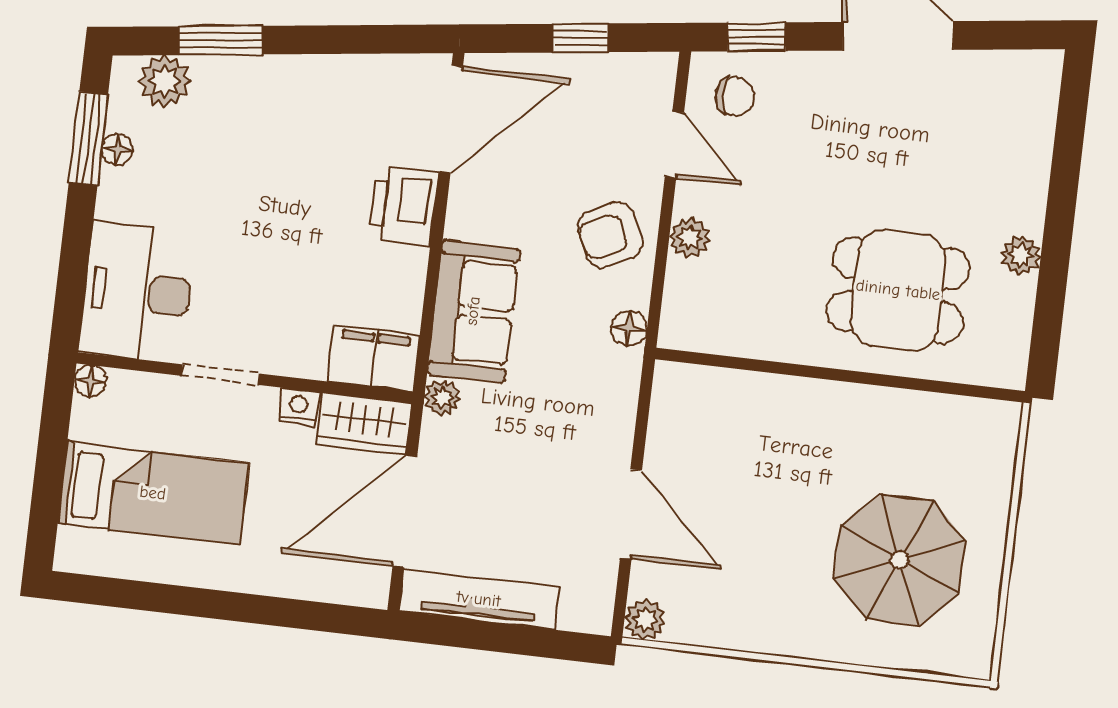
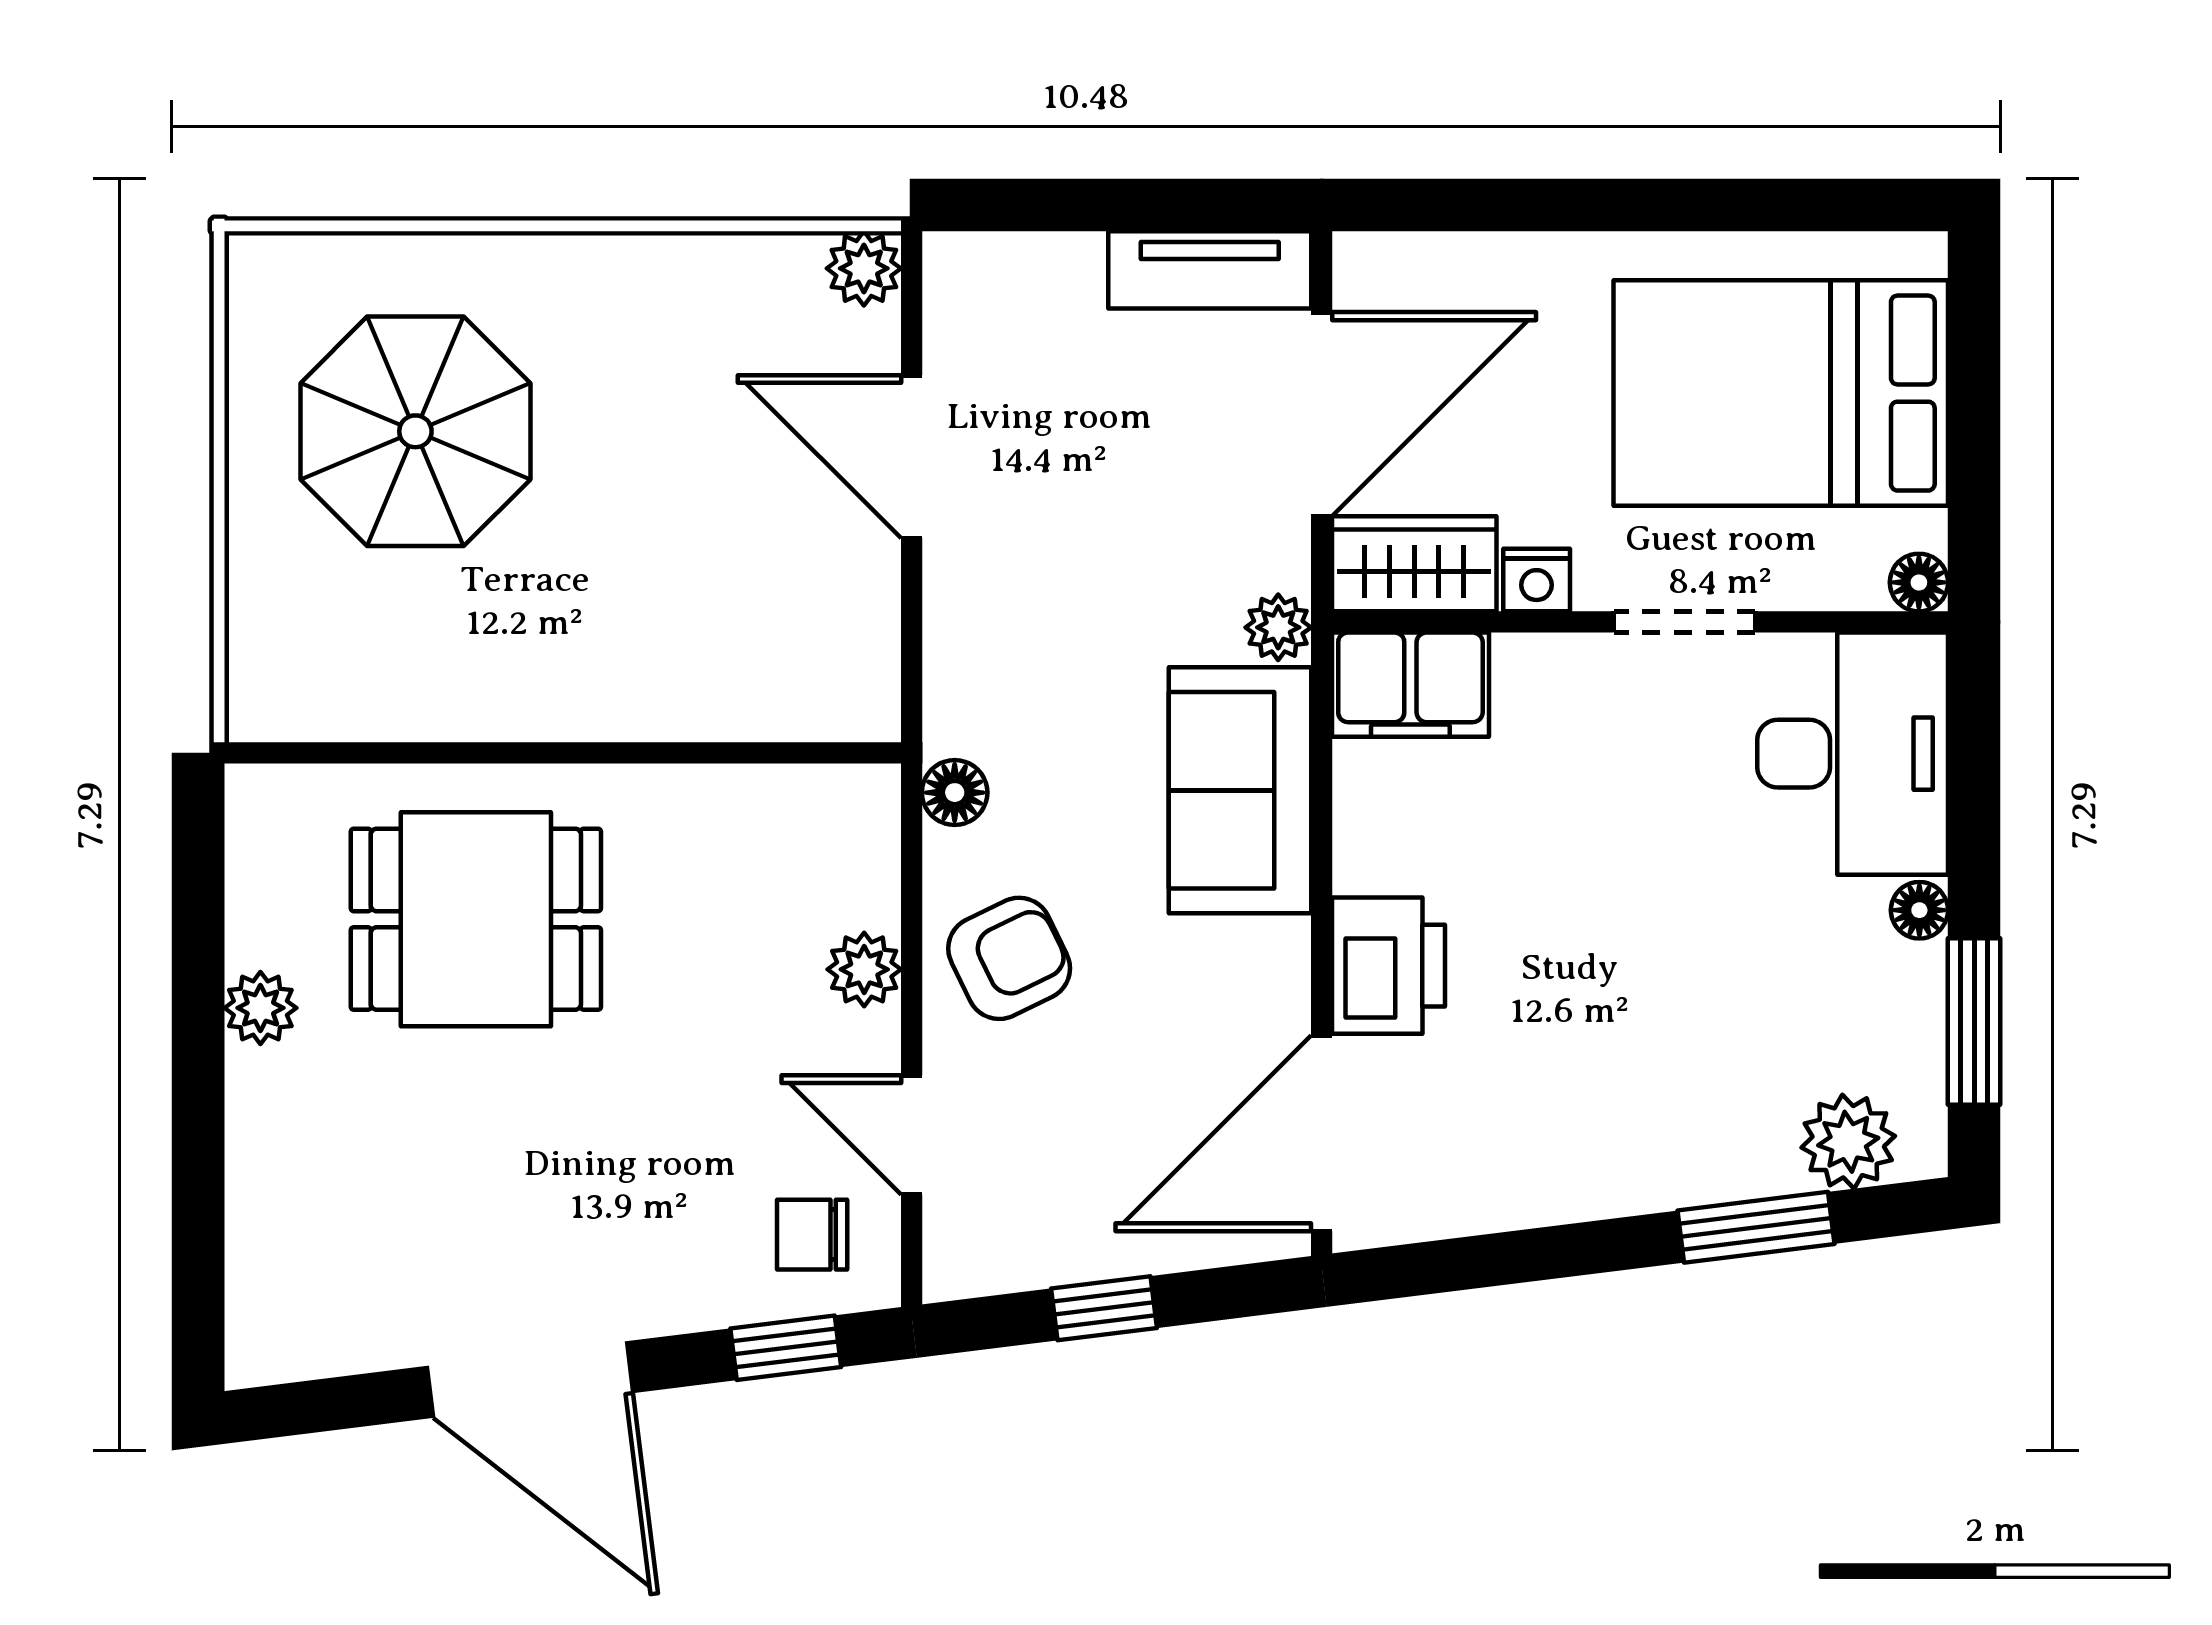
floor lamp: (117, 149) -> (1919, 910), moved
bed: (153, 493) -> (1781, 393), width x1.50
tv unit: (479, 599) -> (1210, 270), width x0.71

